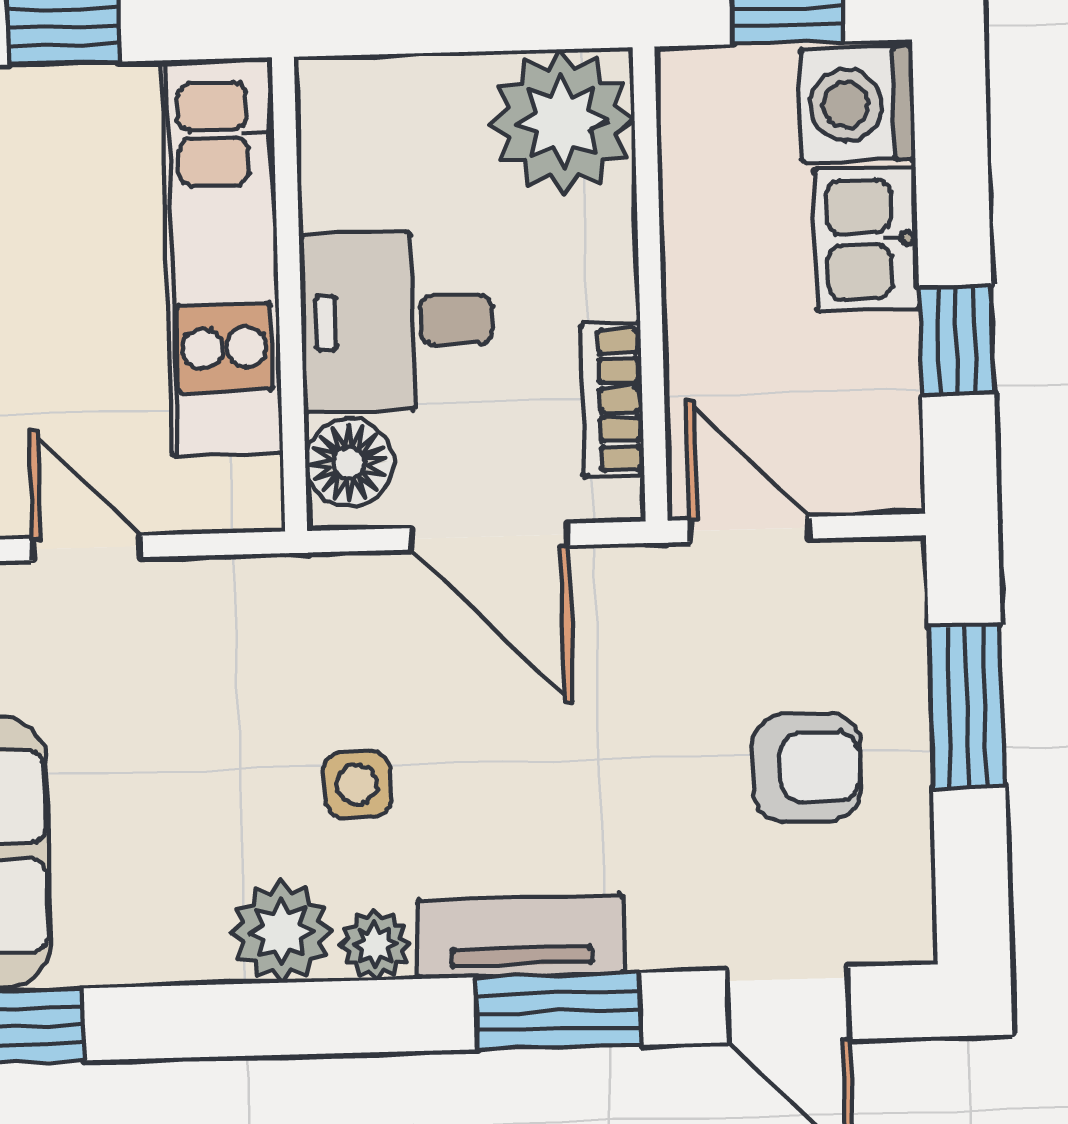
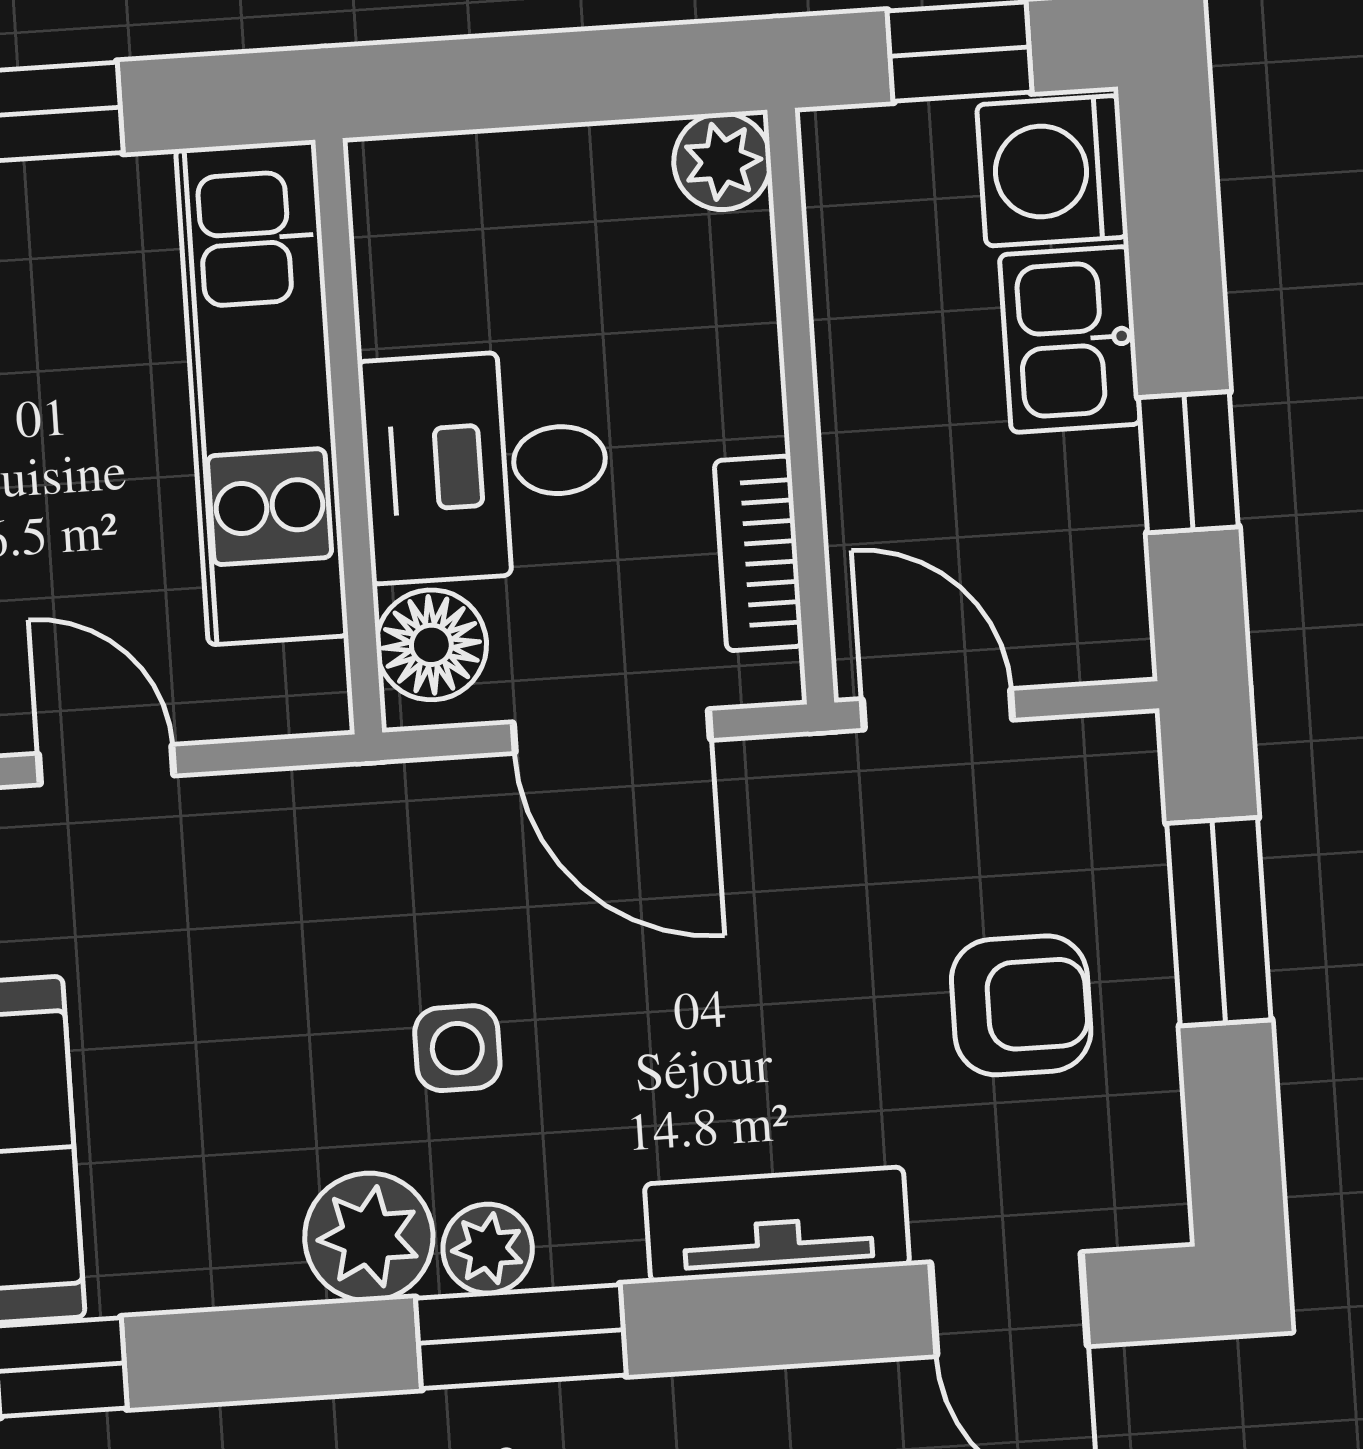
plant: (562, 122) -> (722, 161), width x0.53, depth x0.53
tv unit: (521, 937) -> (777, 1225), moved
window: (558, 1011) -> (521, 1337), moved

